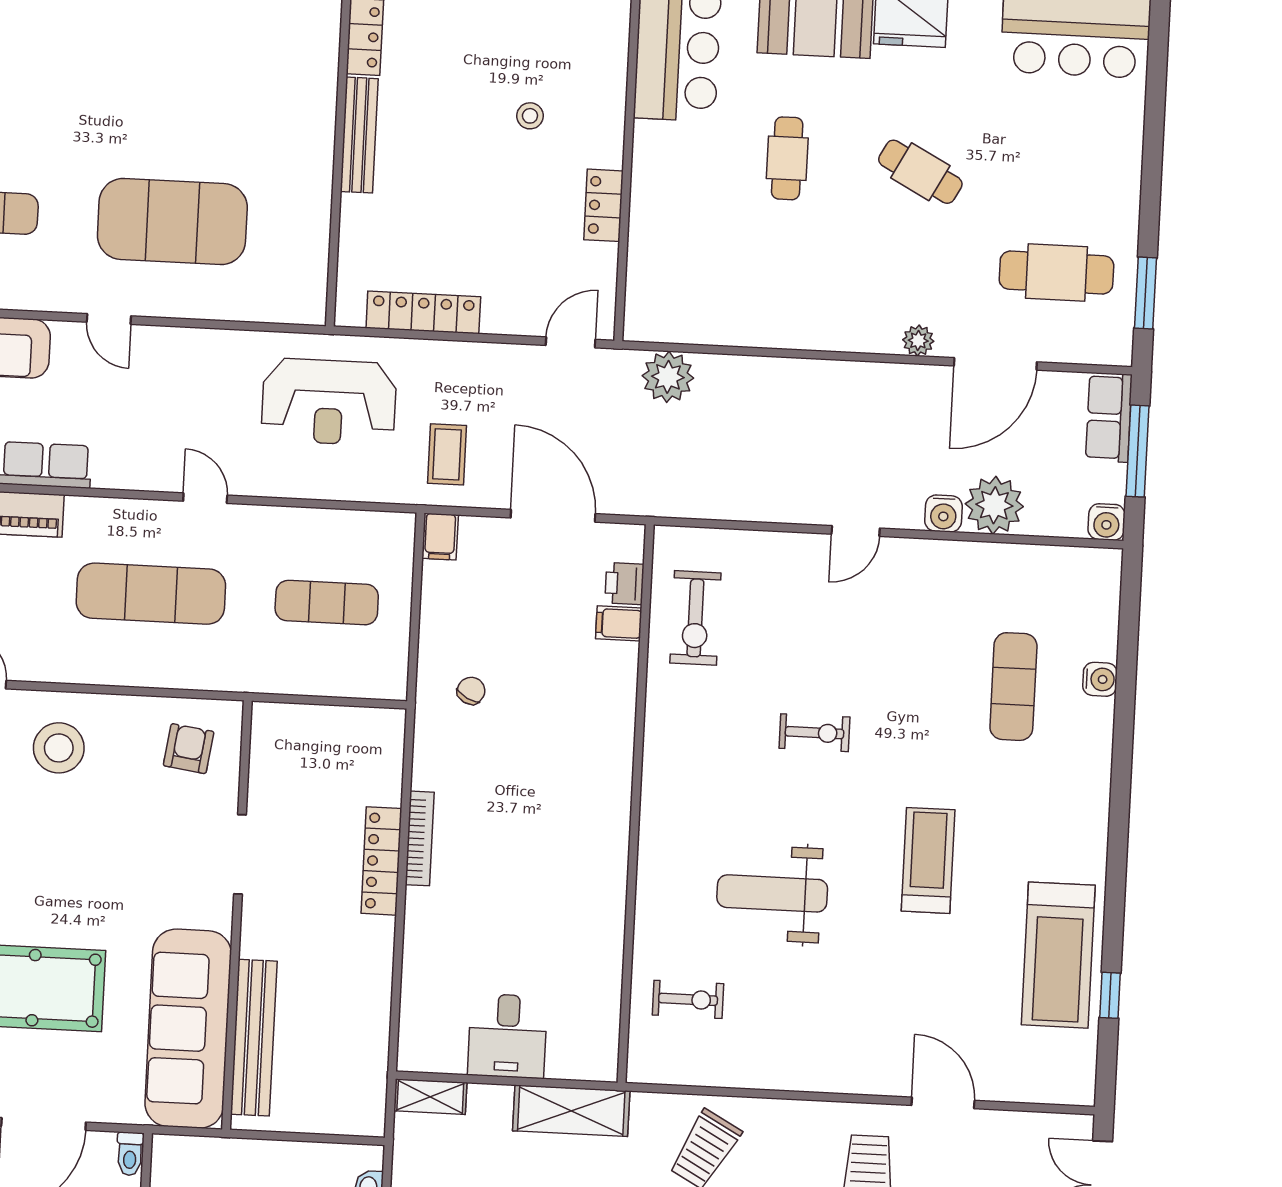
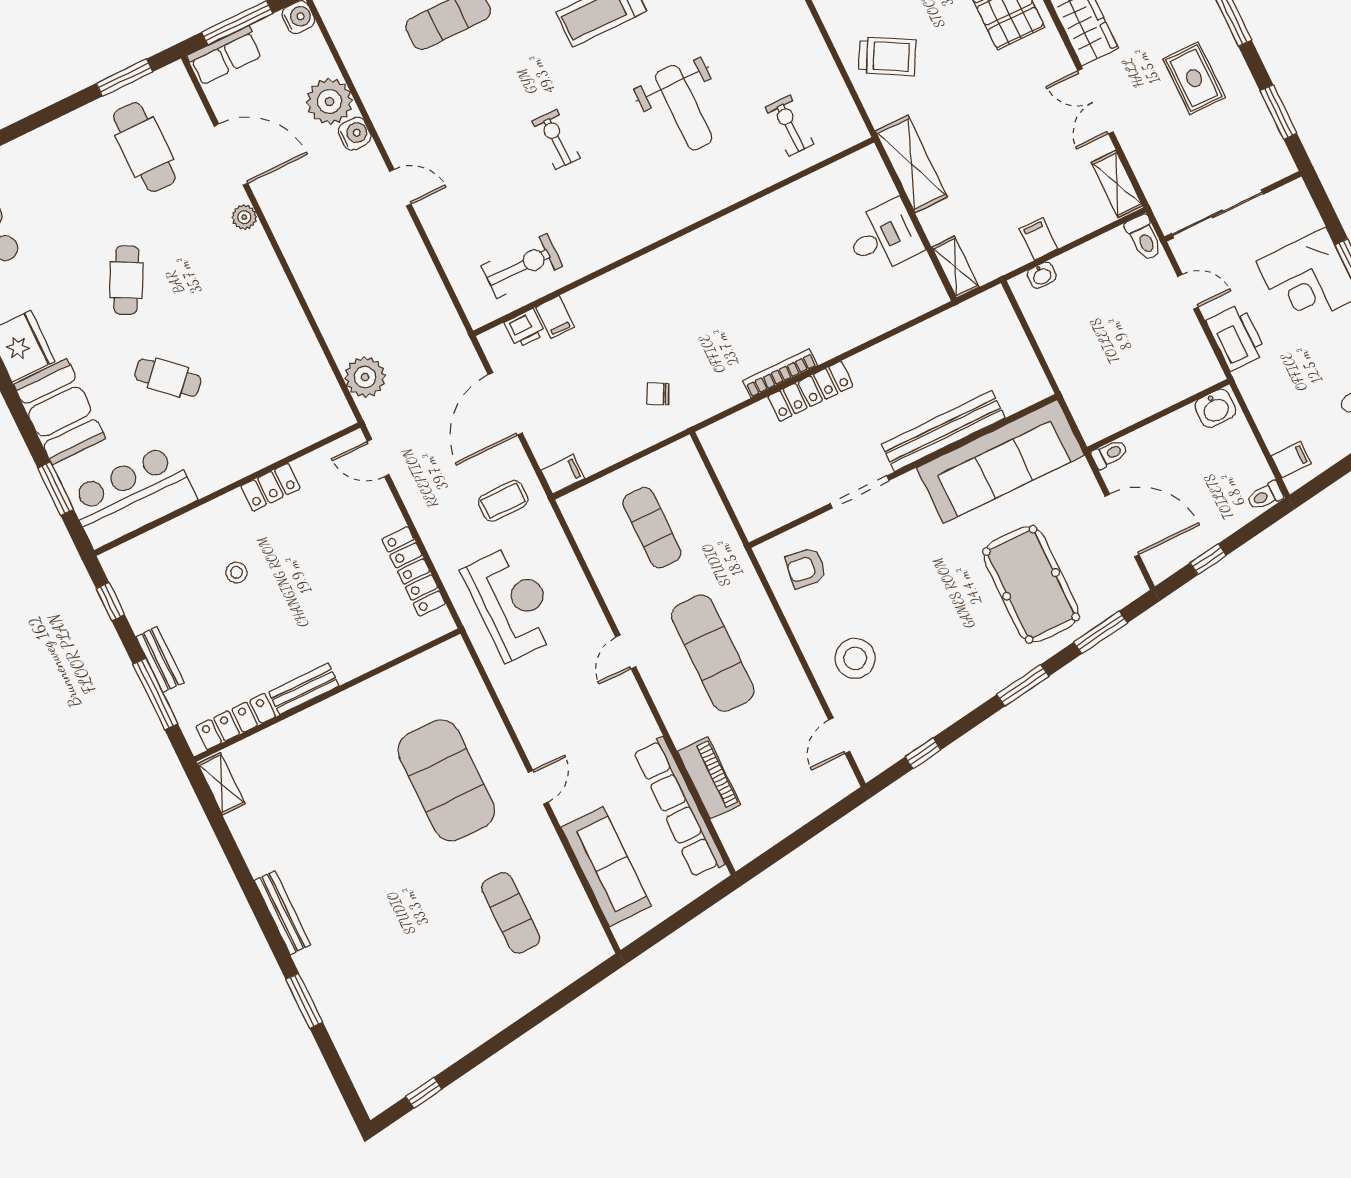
bench: (359, 135) -> (304, 689), width x0.73
cafe table: (787, 158) -> (168, 378), turned 43
bench: (254, 1038) -> (943, 431), moved

